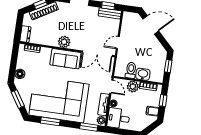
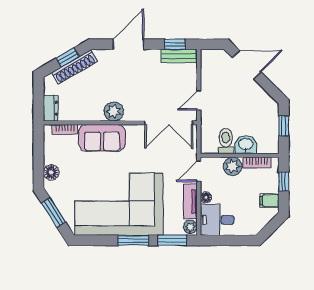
sofa: (65, 59) -> (102, 138), moved
door: (111, 87) -> (199, 171), swing flipped
window: (50, 121) -> (133, 240), moved

